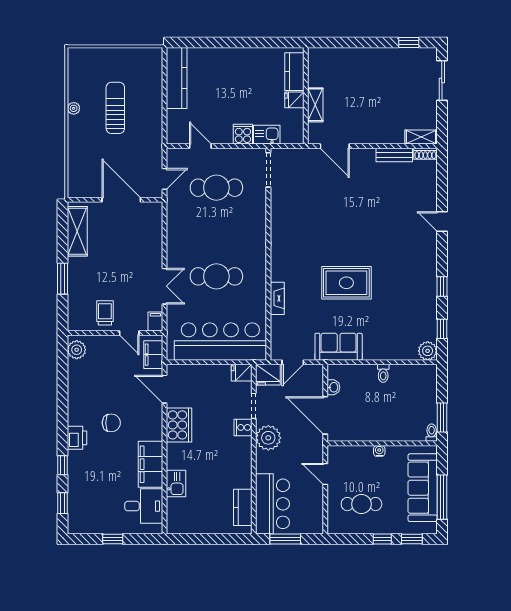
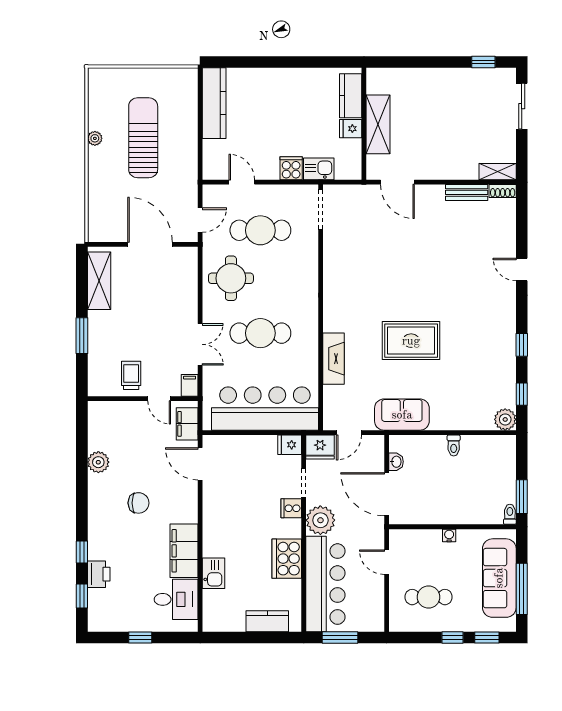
shelving: (315, 105) -> (378, 124), width x1.50, depth x1.33
sun lounger: (115, 108) -> (143, 138), width x1.36, depth x1.34
round table: (191, 229) -> (231, 278), added
fireplace: (277, 298) -> (334, 359), width x1.37, depth x1.32
plant: (77, 350) -> (98, 462), moved
cooker: (179, 425) -> (287, 559), moved, turned 180
printer: (77, 438) -> (99, 574), moved
bar counter: (273, 504) -> (325, 584), width x1.36
kitchen counter: (243, 507) -> (267, 621), moved, turned 90

